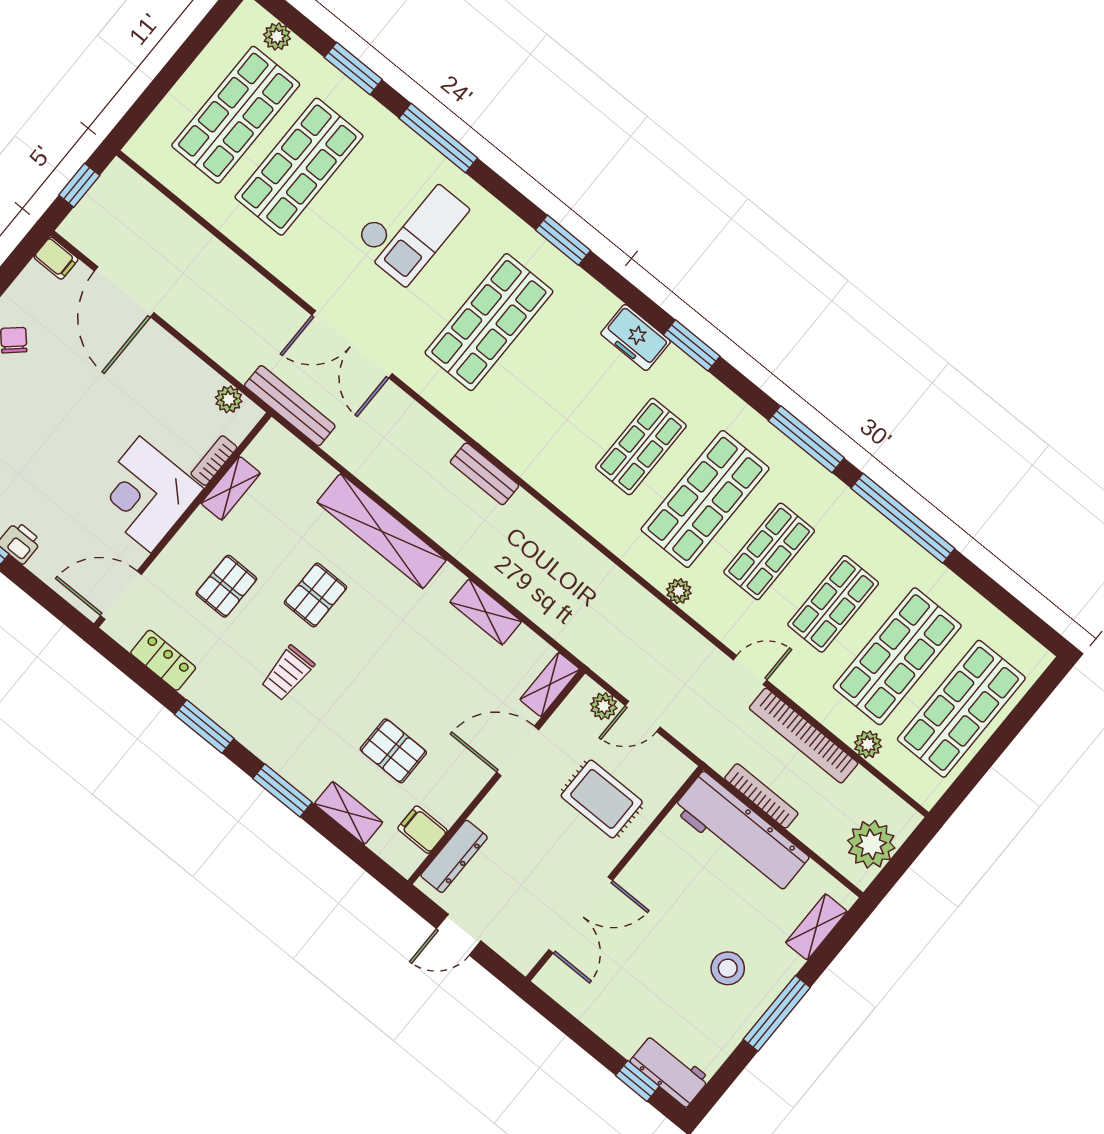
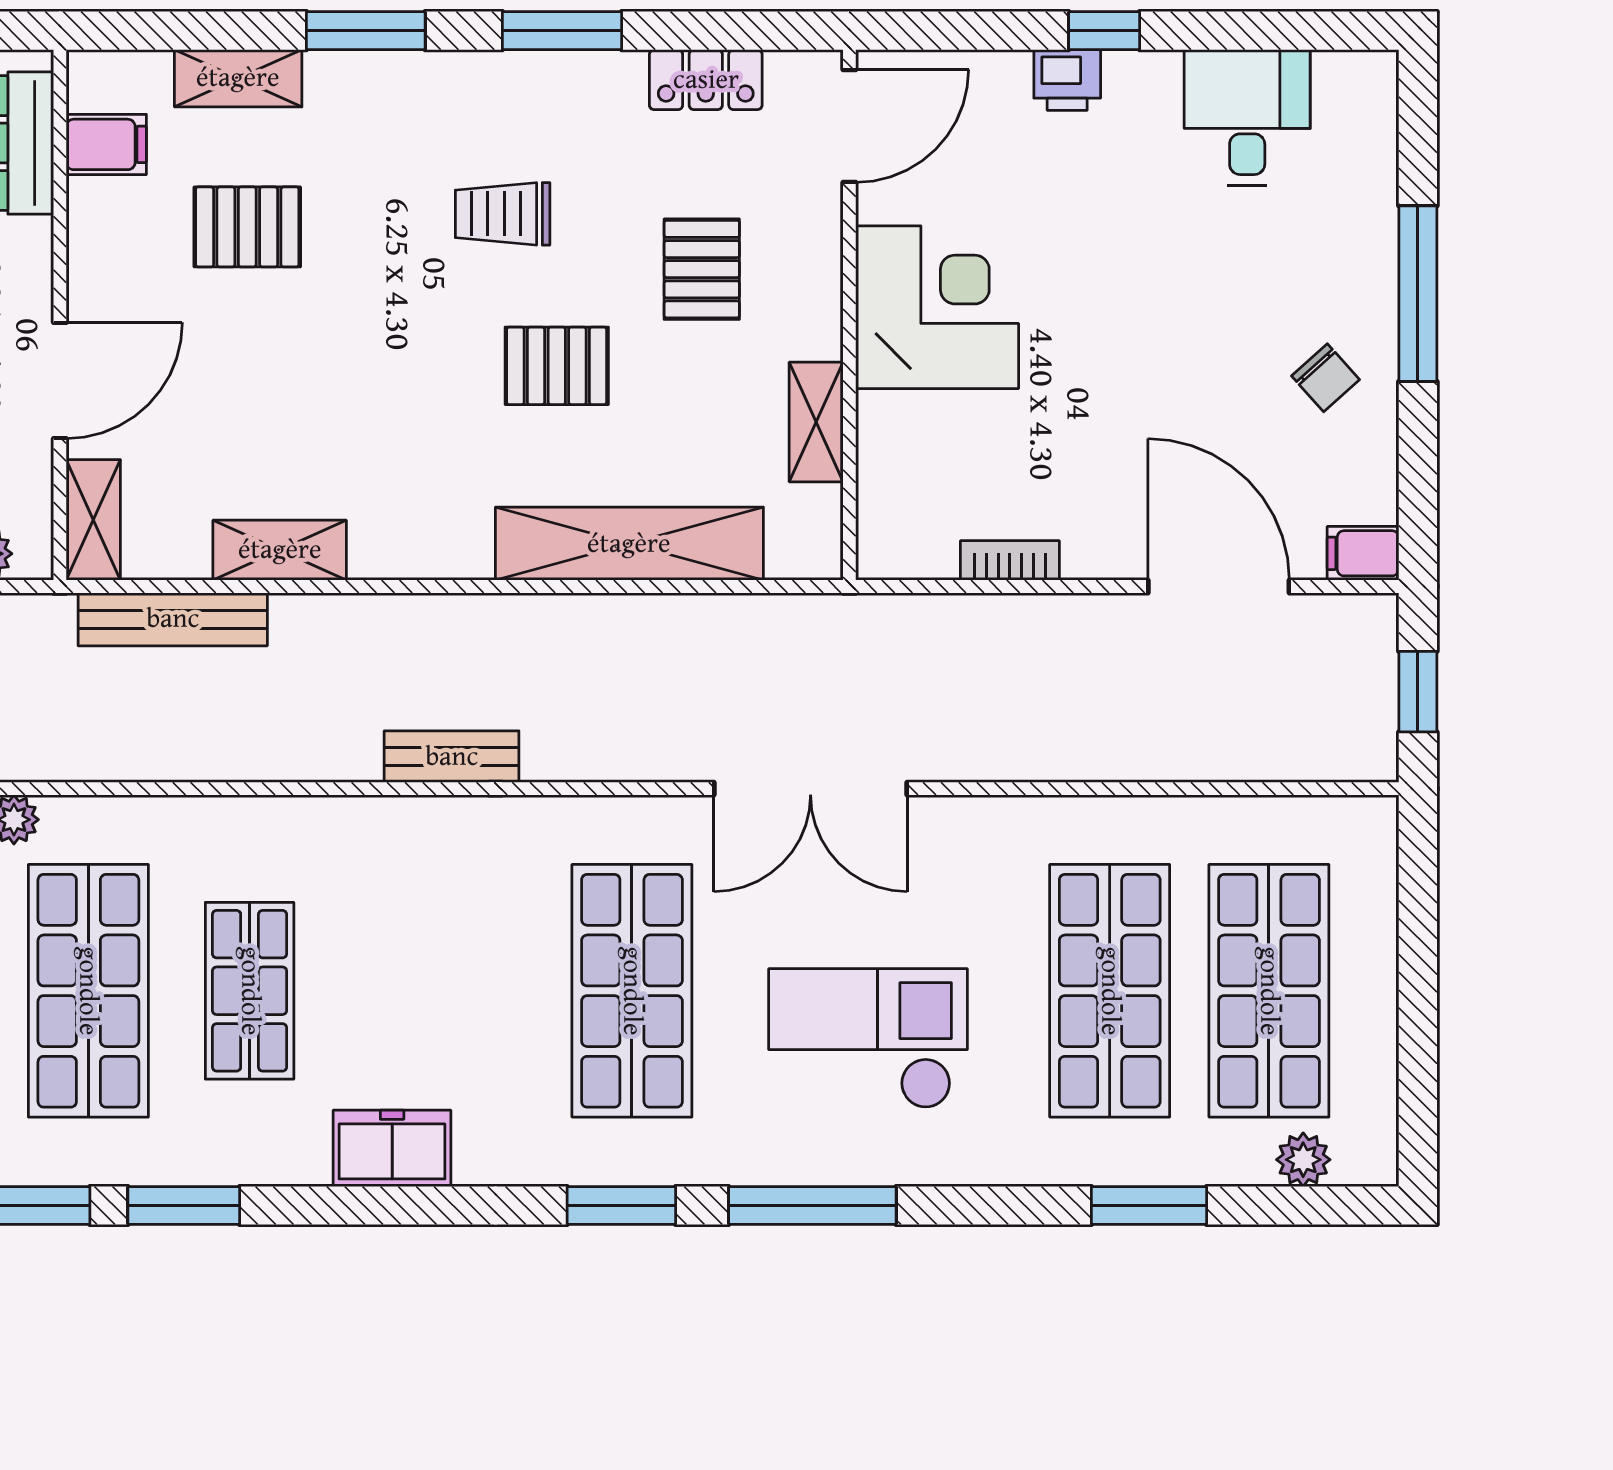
window: (438, 138) -> (812, 1206), moved
checkout: (411, 226) -> (868, 1039), turned 90
double door: (352, 344) -> (811, 789), swing flipped
window: (692, 345) -> (184, 1206), moved
plant: (229, 399) -> (929, 554), removed
bench: (290, 406) -> (173, 619), moved
bookcase: (214, 461) -> (1010, 560), moved, turned -90
shelving: (382, 531) -> (629, 544), moved
pallet: (315, 595) -> (557, 366), turned 90
trolley: (288, 673) -> (503, 214), turned -90

